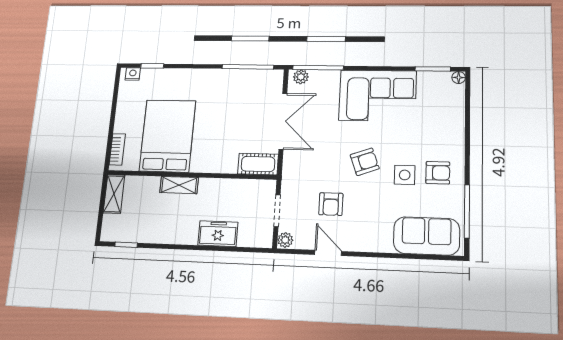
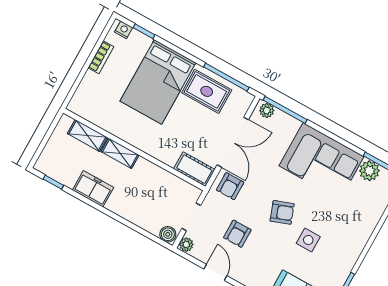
plant: (429, 81) -> (369, 171), added
rug: (236, 88) -> (207, 91), added
bed: (168, 136) -> (158, 82), moved, turned 180
bookcase: (117, 149) -> (101, 57), moved
armchair: (438, 173) -> (230, 186), moved, turned 90
shelving: (114, 194) -> (87, 135), moved, turned 90
freezer: (218, 234) -> (93, 189), moved
boiler: (262, 239) -> (168, 234), added

